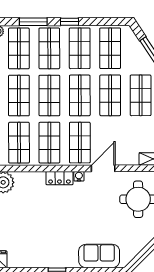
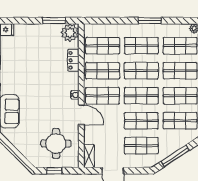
locker: (59, 178) -> (73, 60), moved

